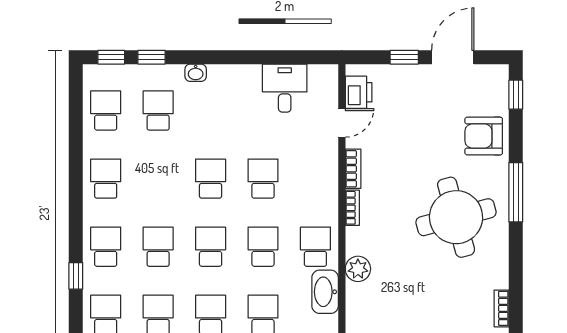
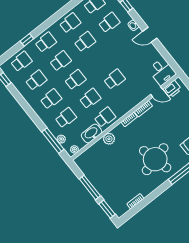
door: (234, 57) -> (150, 35), added
desk: (285, 88) -> (162, 72), moved, turned 90
school desk: (211, 179) -> (85, 42), moved

